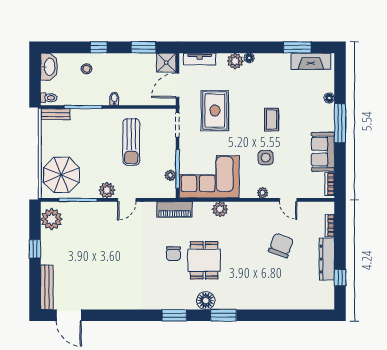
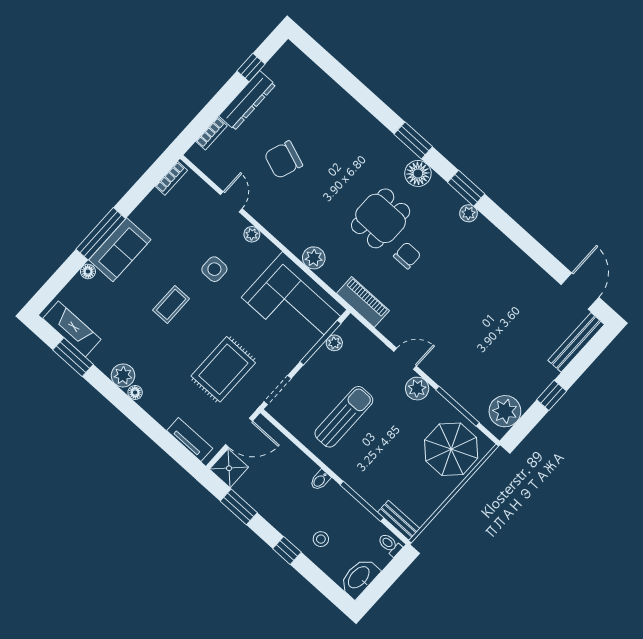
plant: (235, 61) -> (123, 375), moved
sofa: (323, 152) -> (120, 250), moved
plant: (162, 304) -> (469, 213), added

